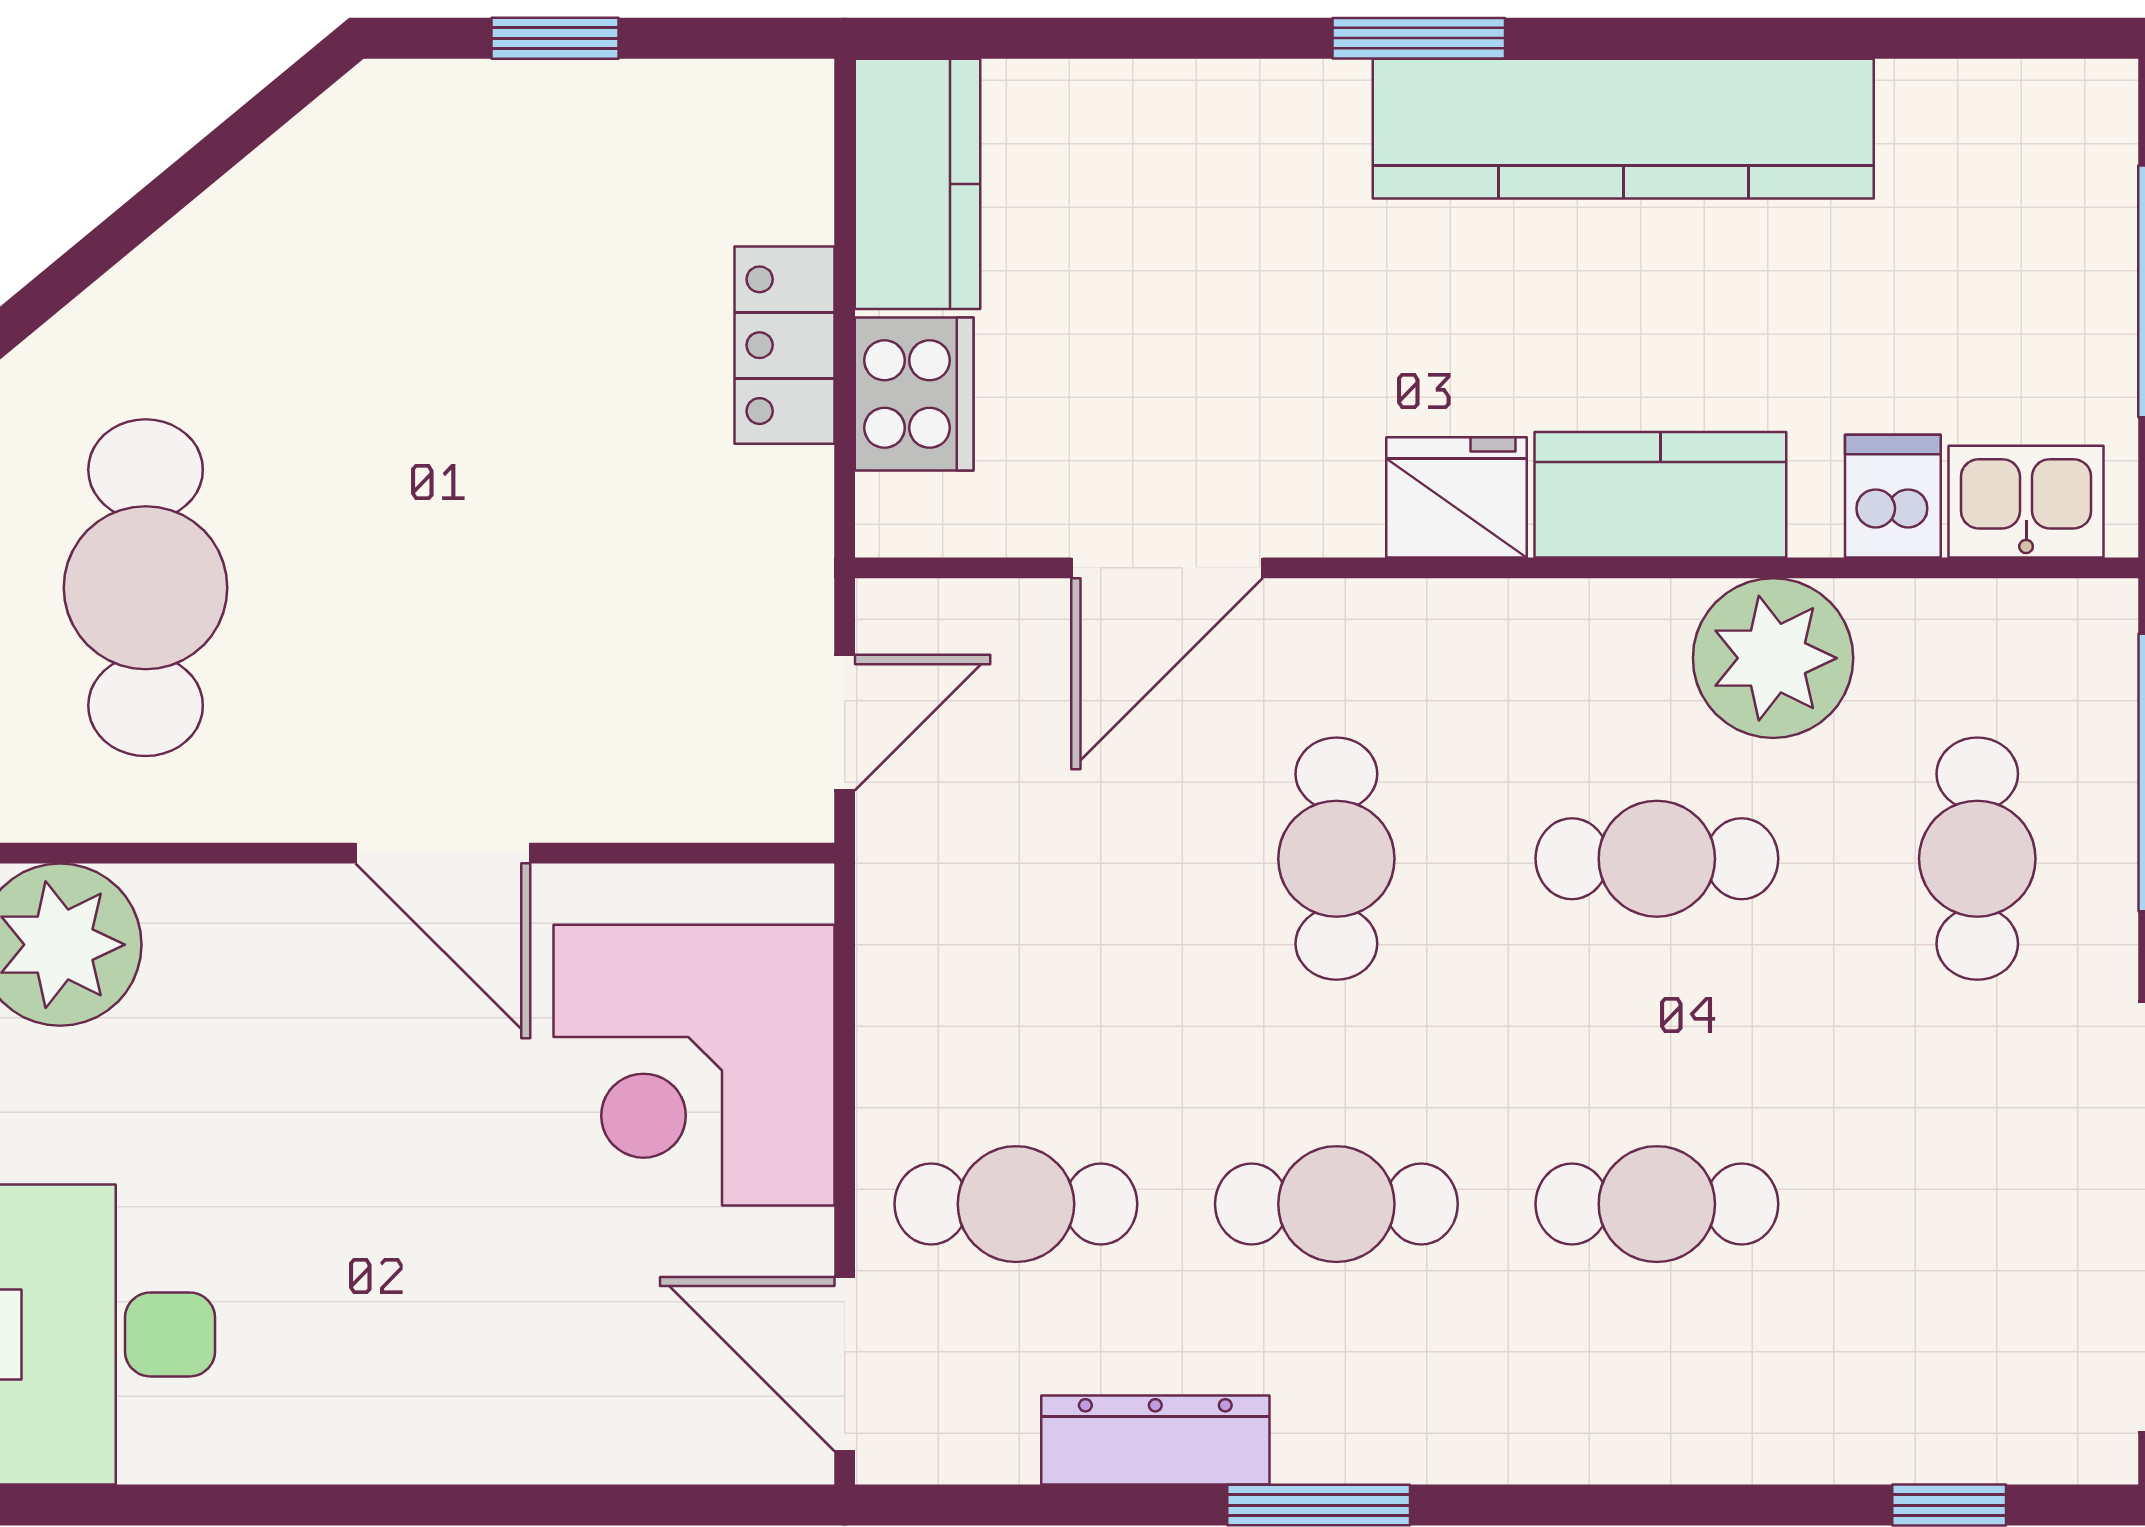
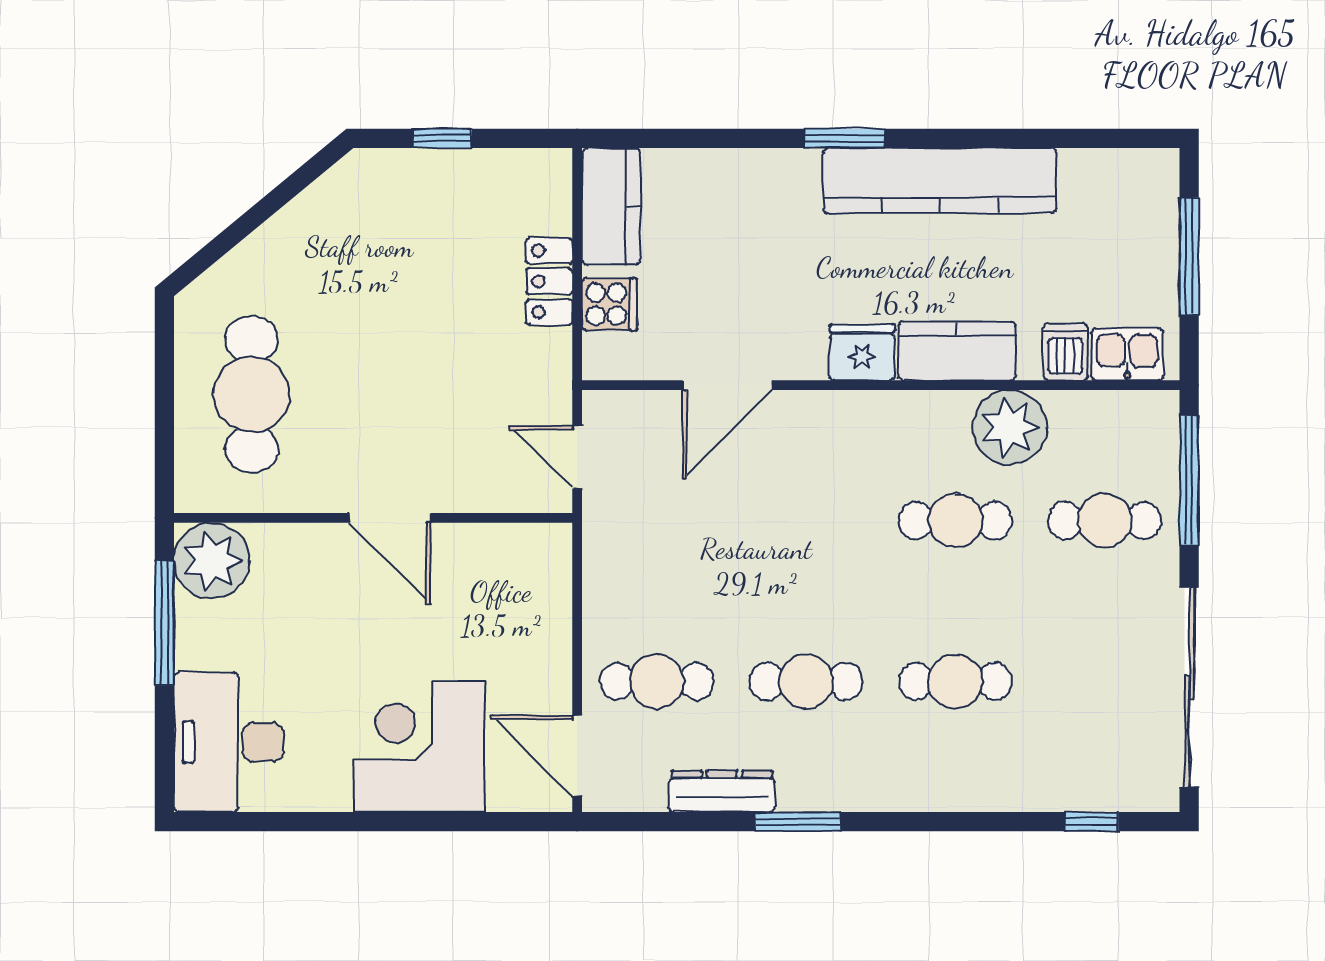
cooker: (914, 394) -> (610, 304), width x0.73
door: (845, 723) -> (577, 457), swing flipped
cafe table: (1336, 859) -> (806, 521), removed
cafe table: (1977, 859) -> (1105, 521), turned 90
corner desk: (694, 1065) -> (419, 747), moved, turned 90

